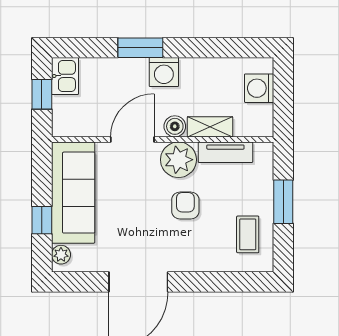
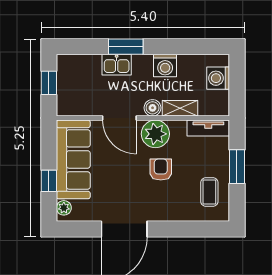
washing machine: (164, 72) -> (165, 66), moved
kitchen sink: (65, 76) -> (117, 65), moved, turned 90
door: (132, 139) -> (119, 118), swing flipped
tv unit: (225, 152) -> (208, 128), moved

